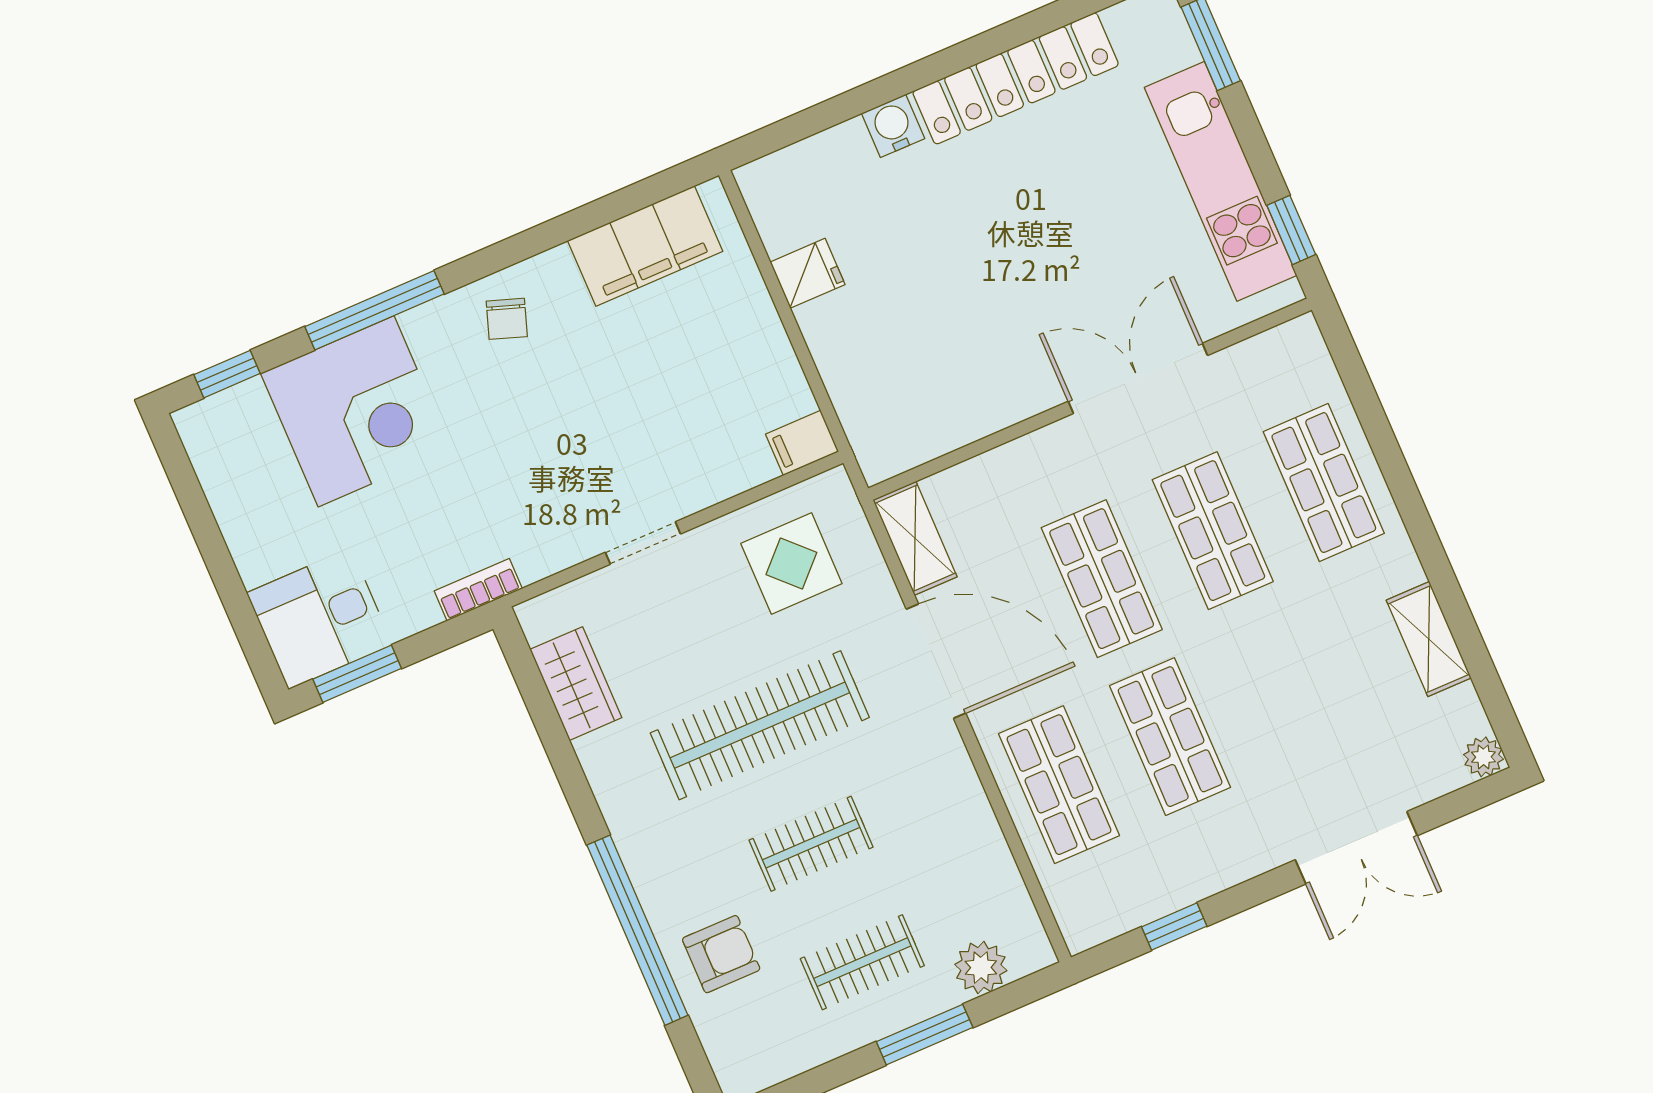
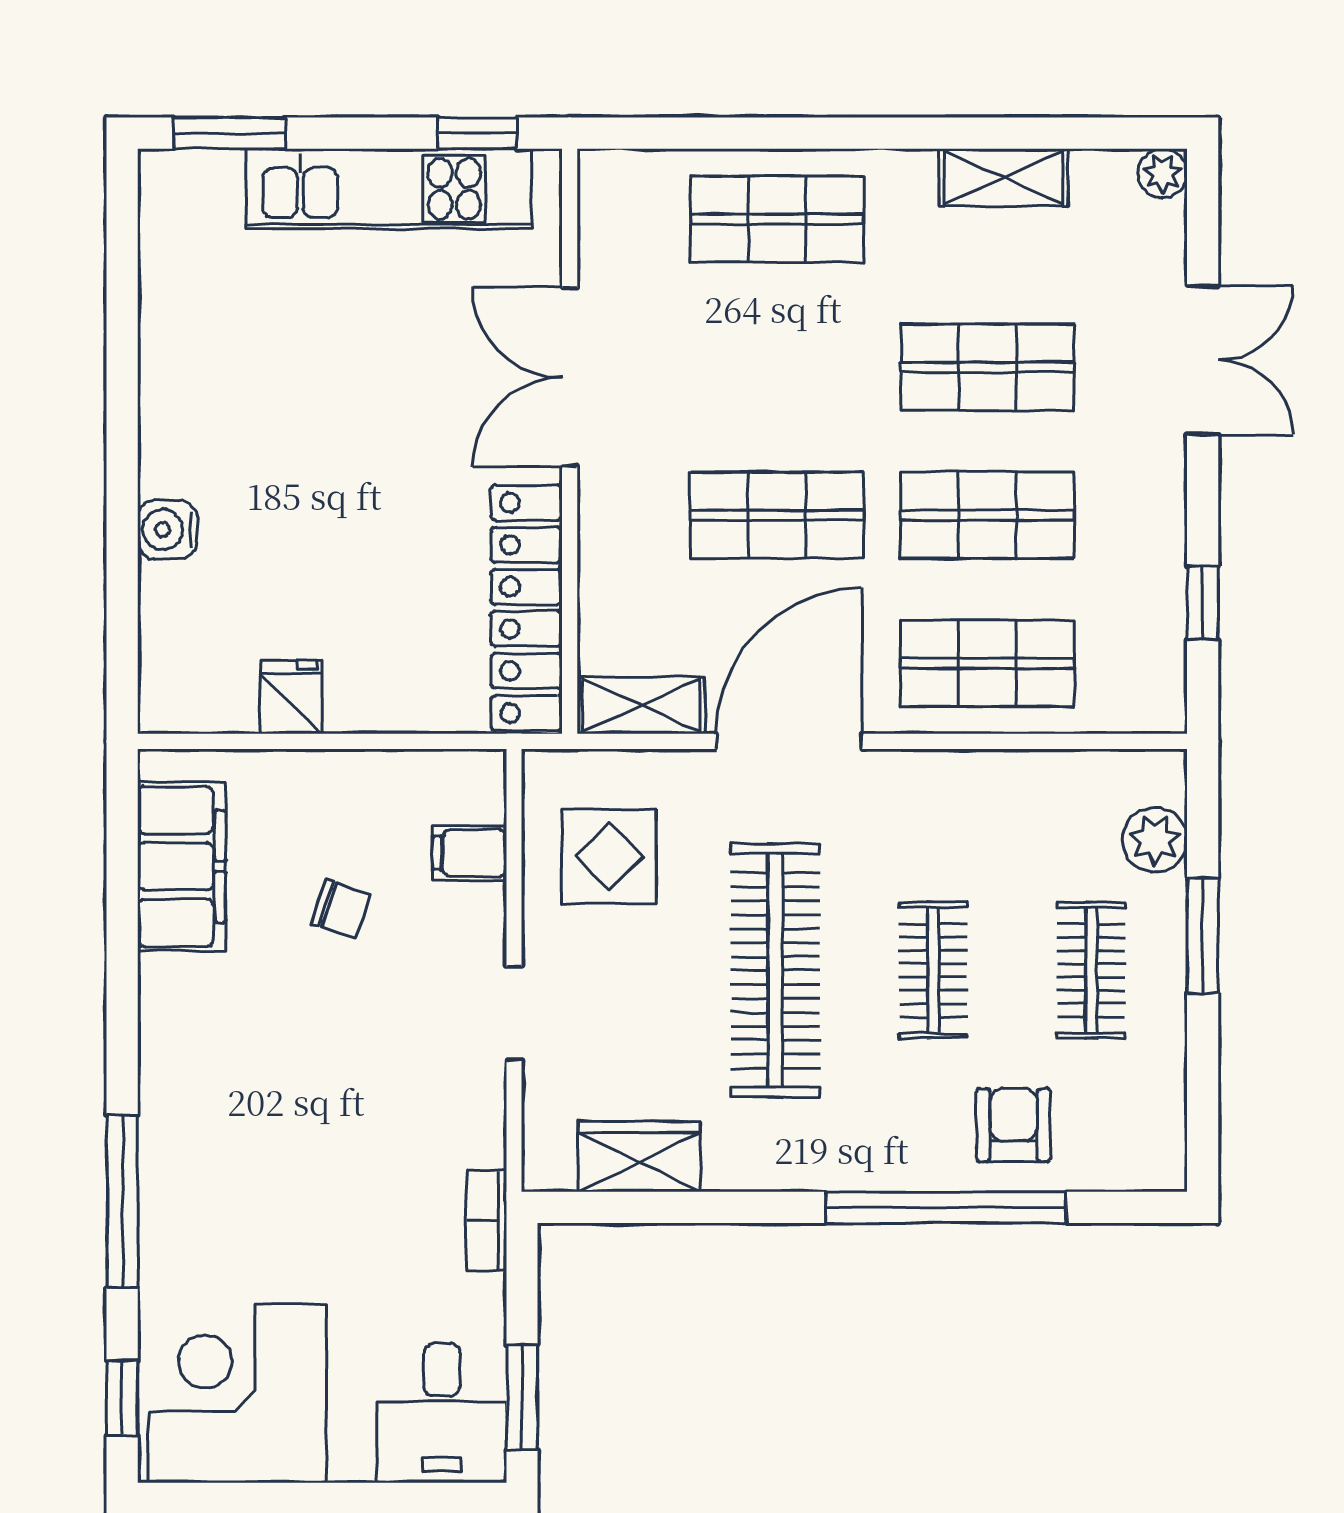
locker: (1016, 78) -> (526, 608), moved, turned 180
chair: (507, 319) -> (341, 909), moved
corner desk: (356, 411) -> (237, 1394), moved, turned -90
filing cabinet: (802, 443) -> (470, 853), moved, turned 90
shop shelf: (1213, 531) -> (987, 367), moved

